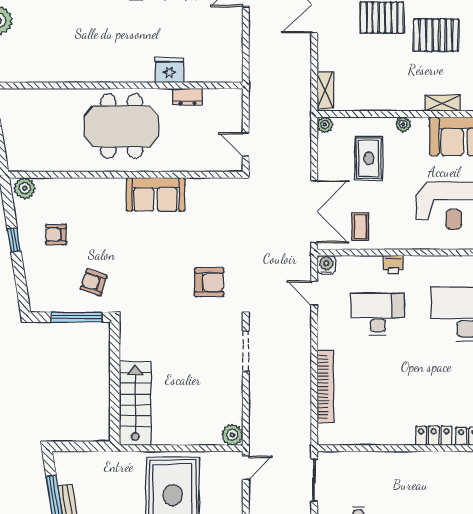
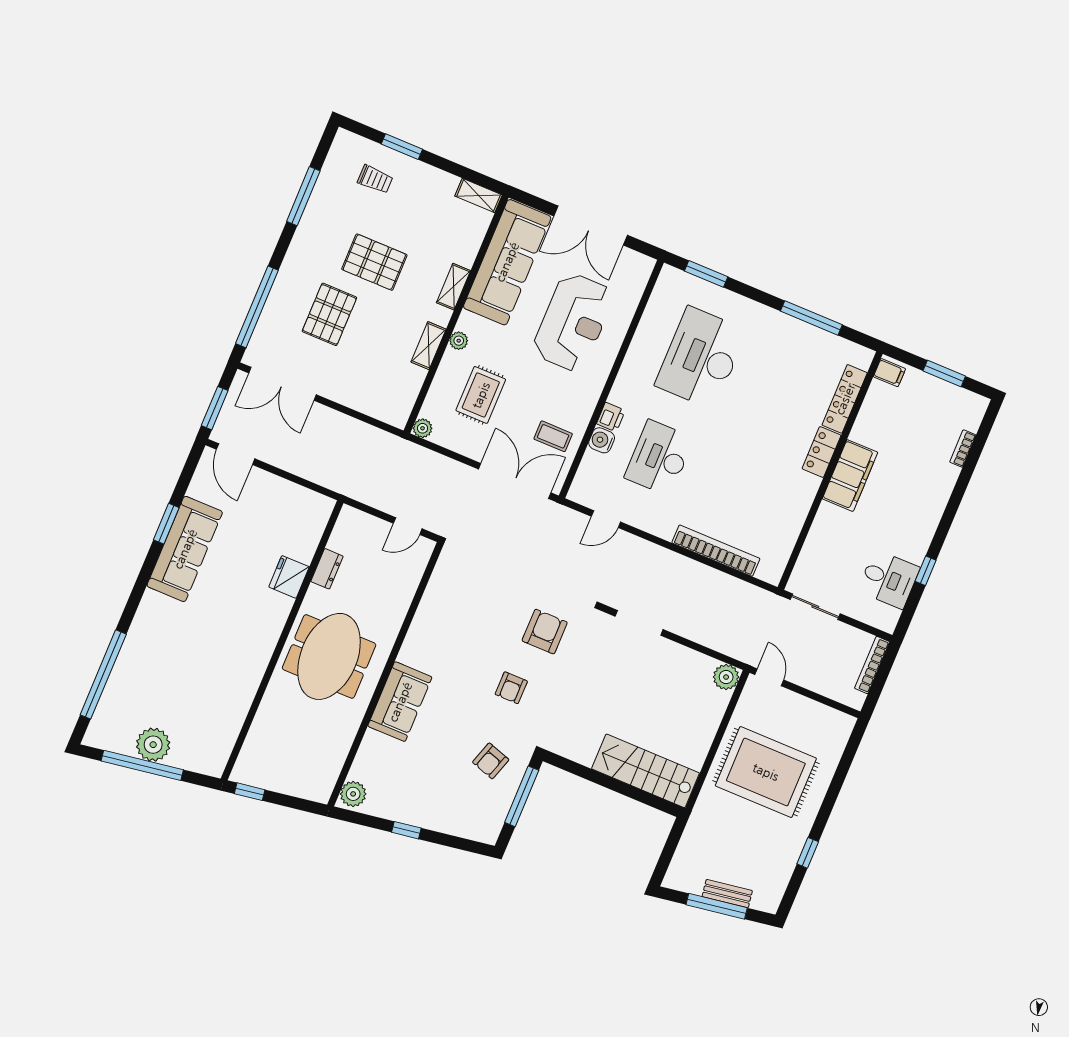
pallet: (436, 35) -> (374, 262), turned 90
shelving: (325, 90) -> (429, 346), moved, turned 90
rug: (369, 158) -> (481, 395), turned 90
sofa: (156, 194) -> (400, 702), moved
armchair: (56, 234) -> (511, 688), moved
water cooler: (326, 265) -> (602, 440), moved
filing cabinet: (425, 465) -> (850, 476), added

